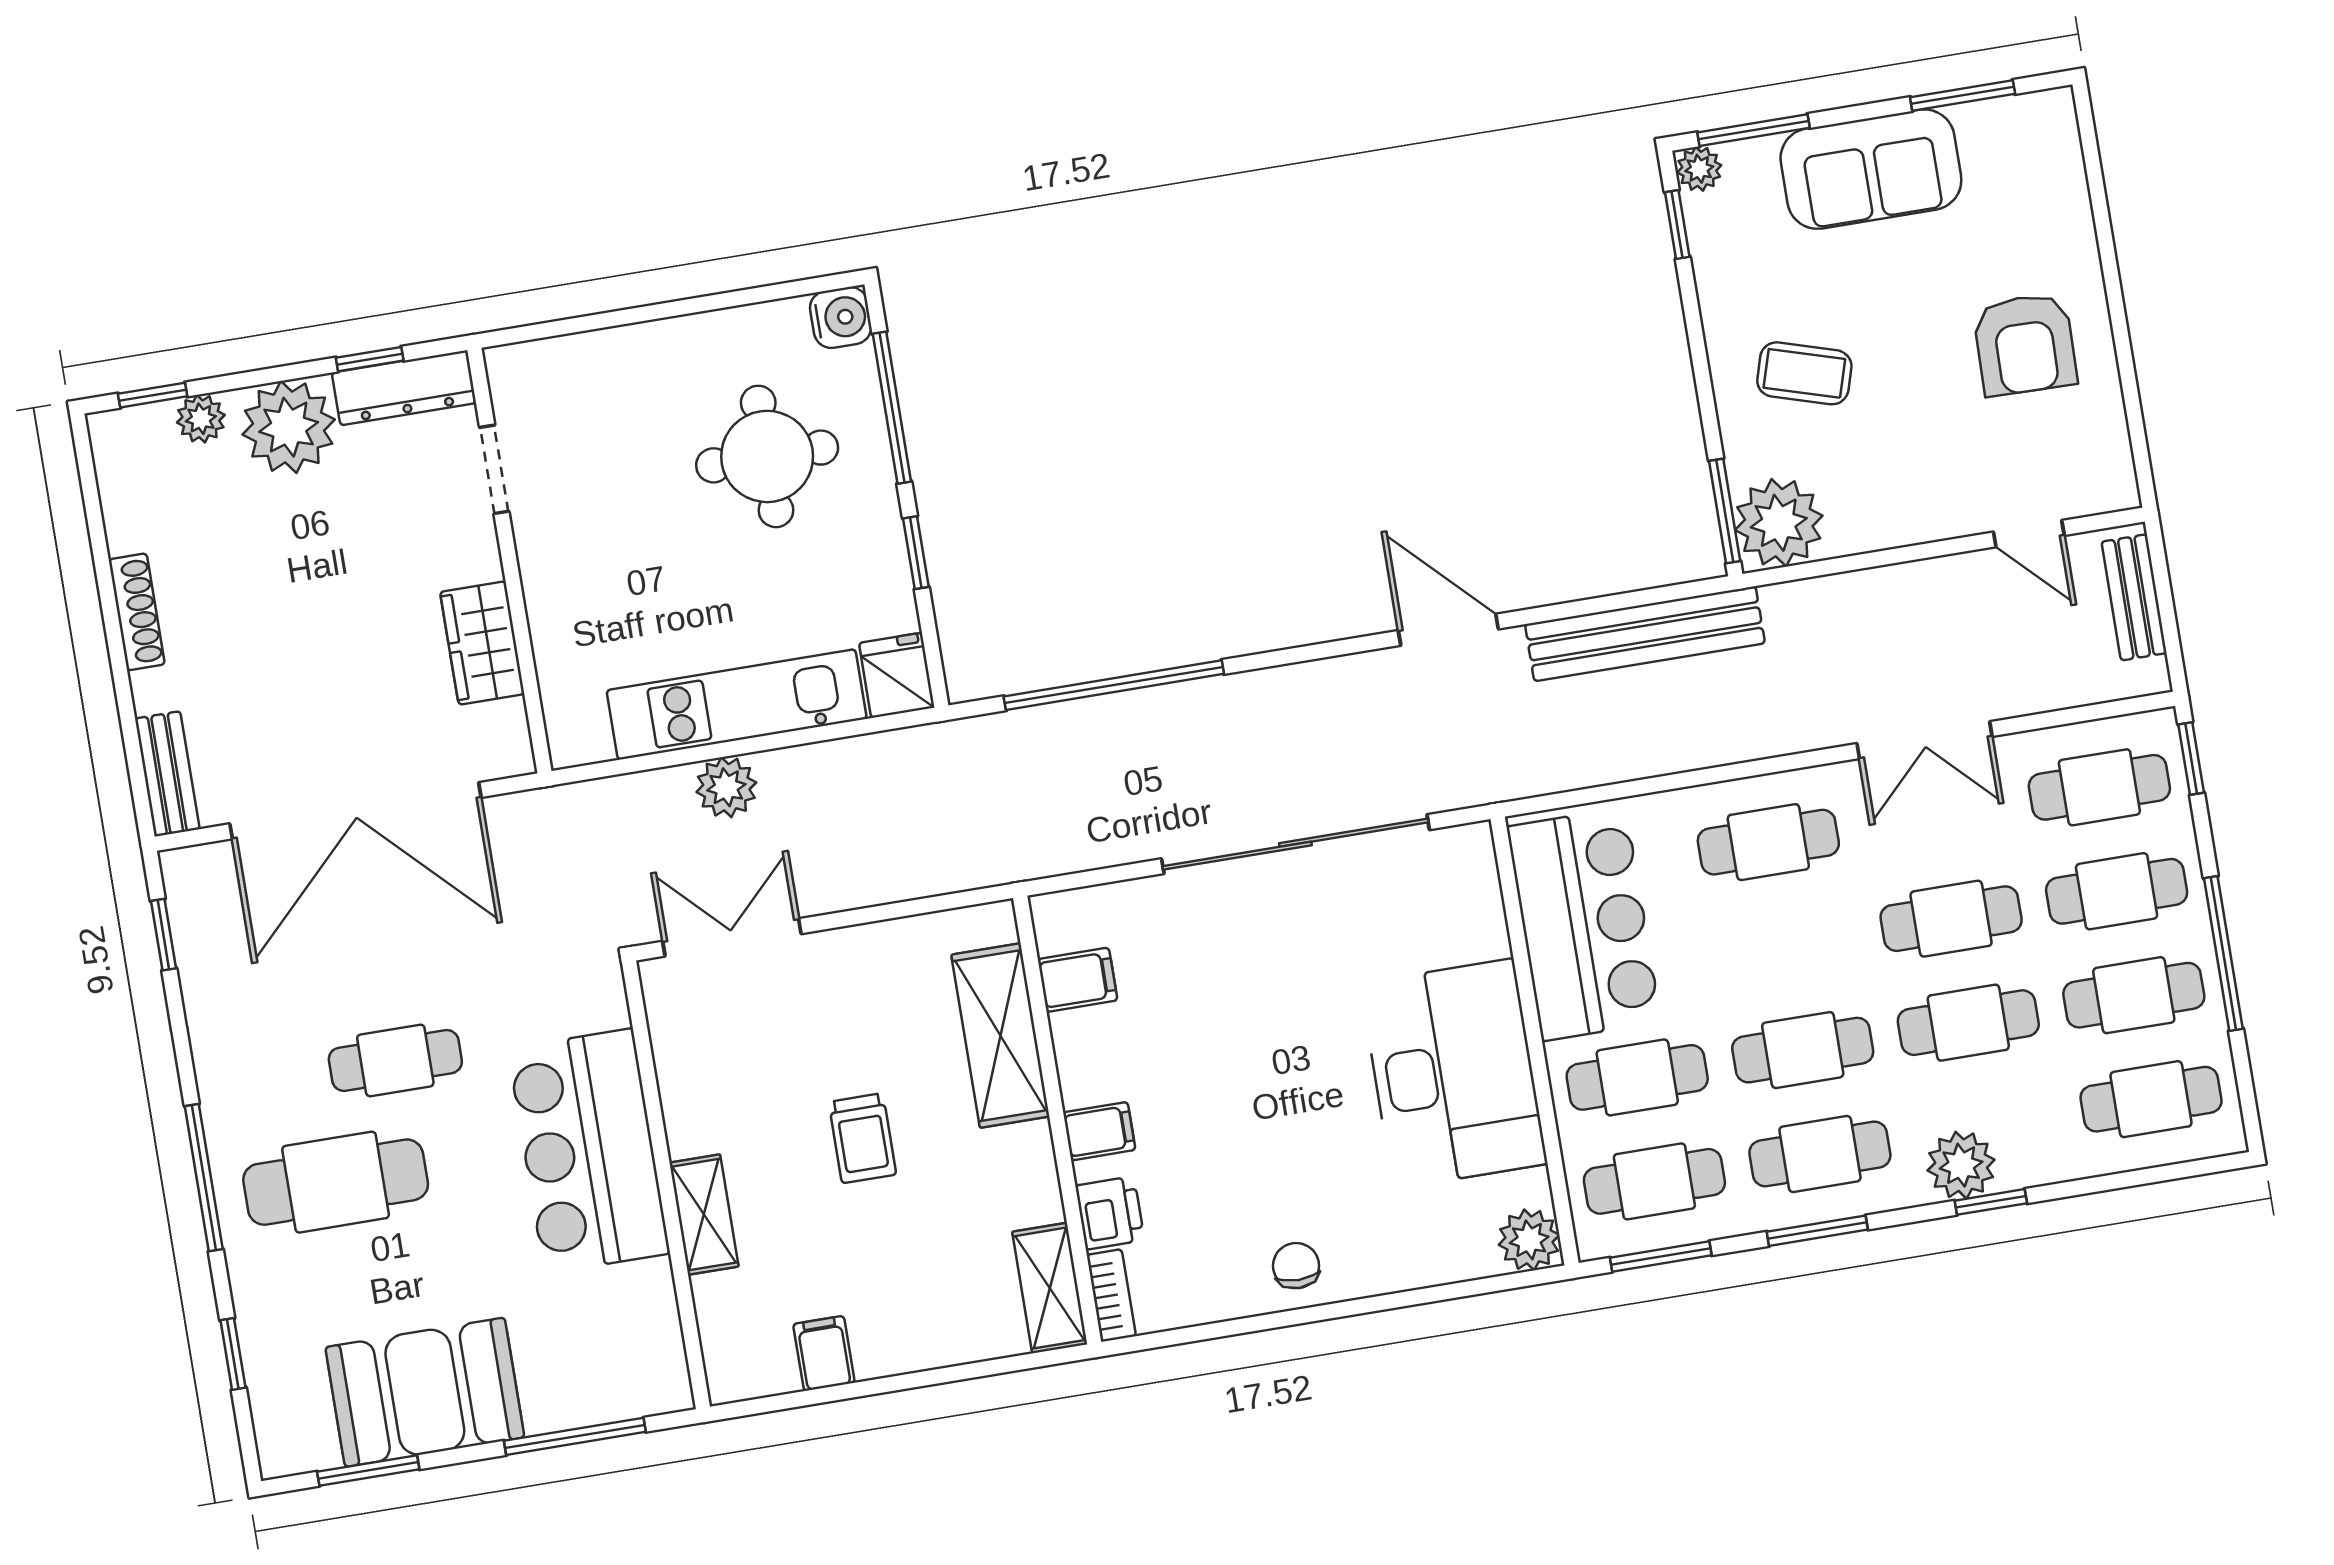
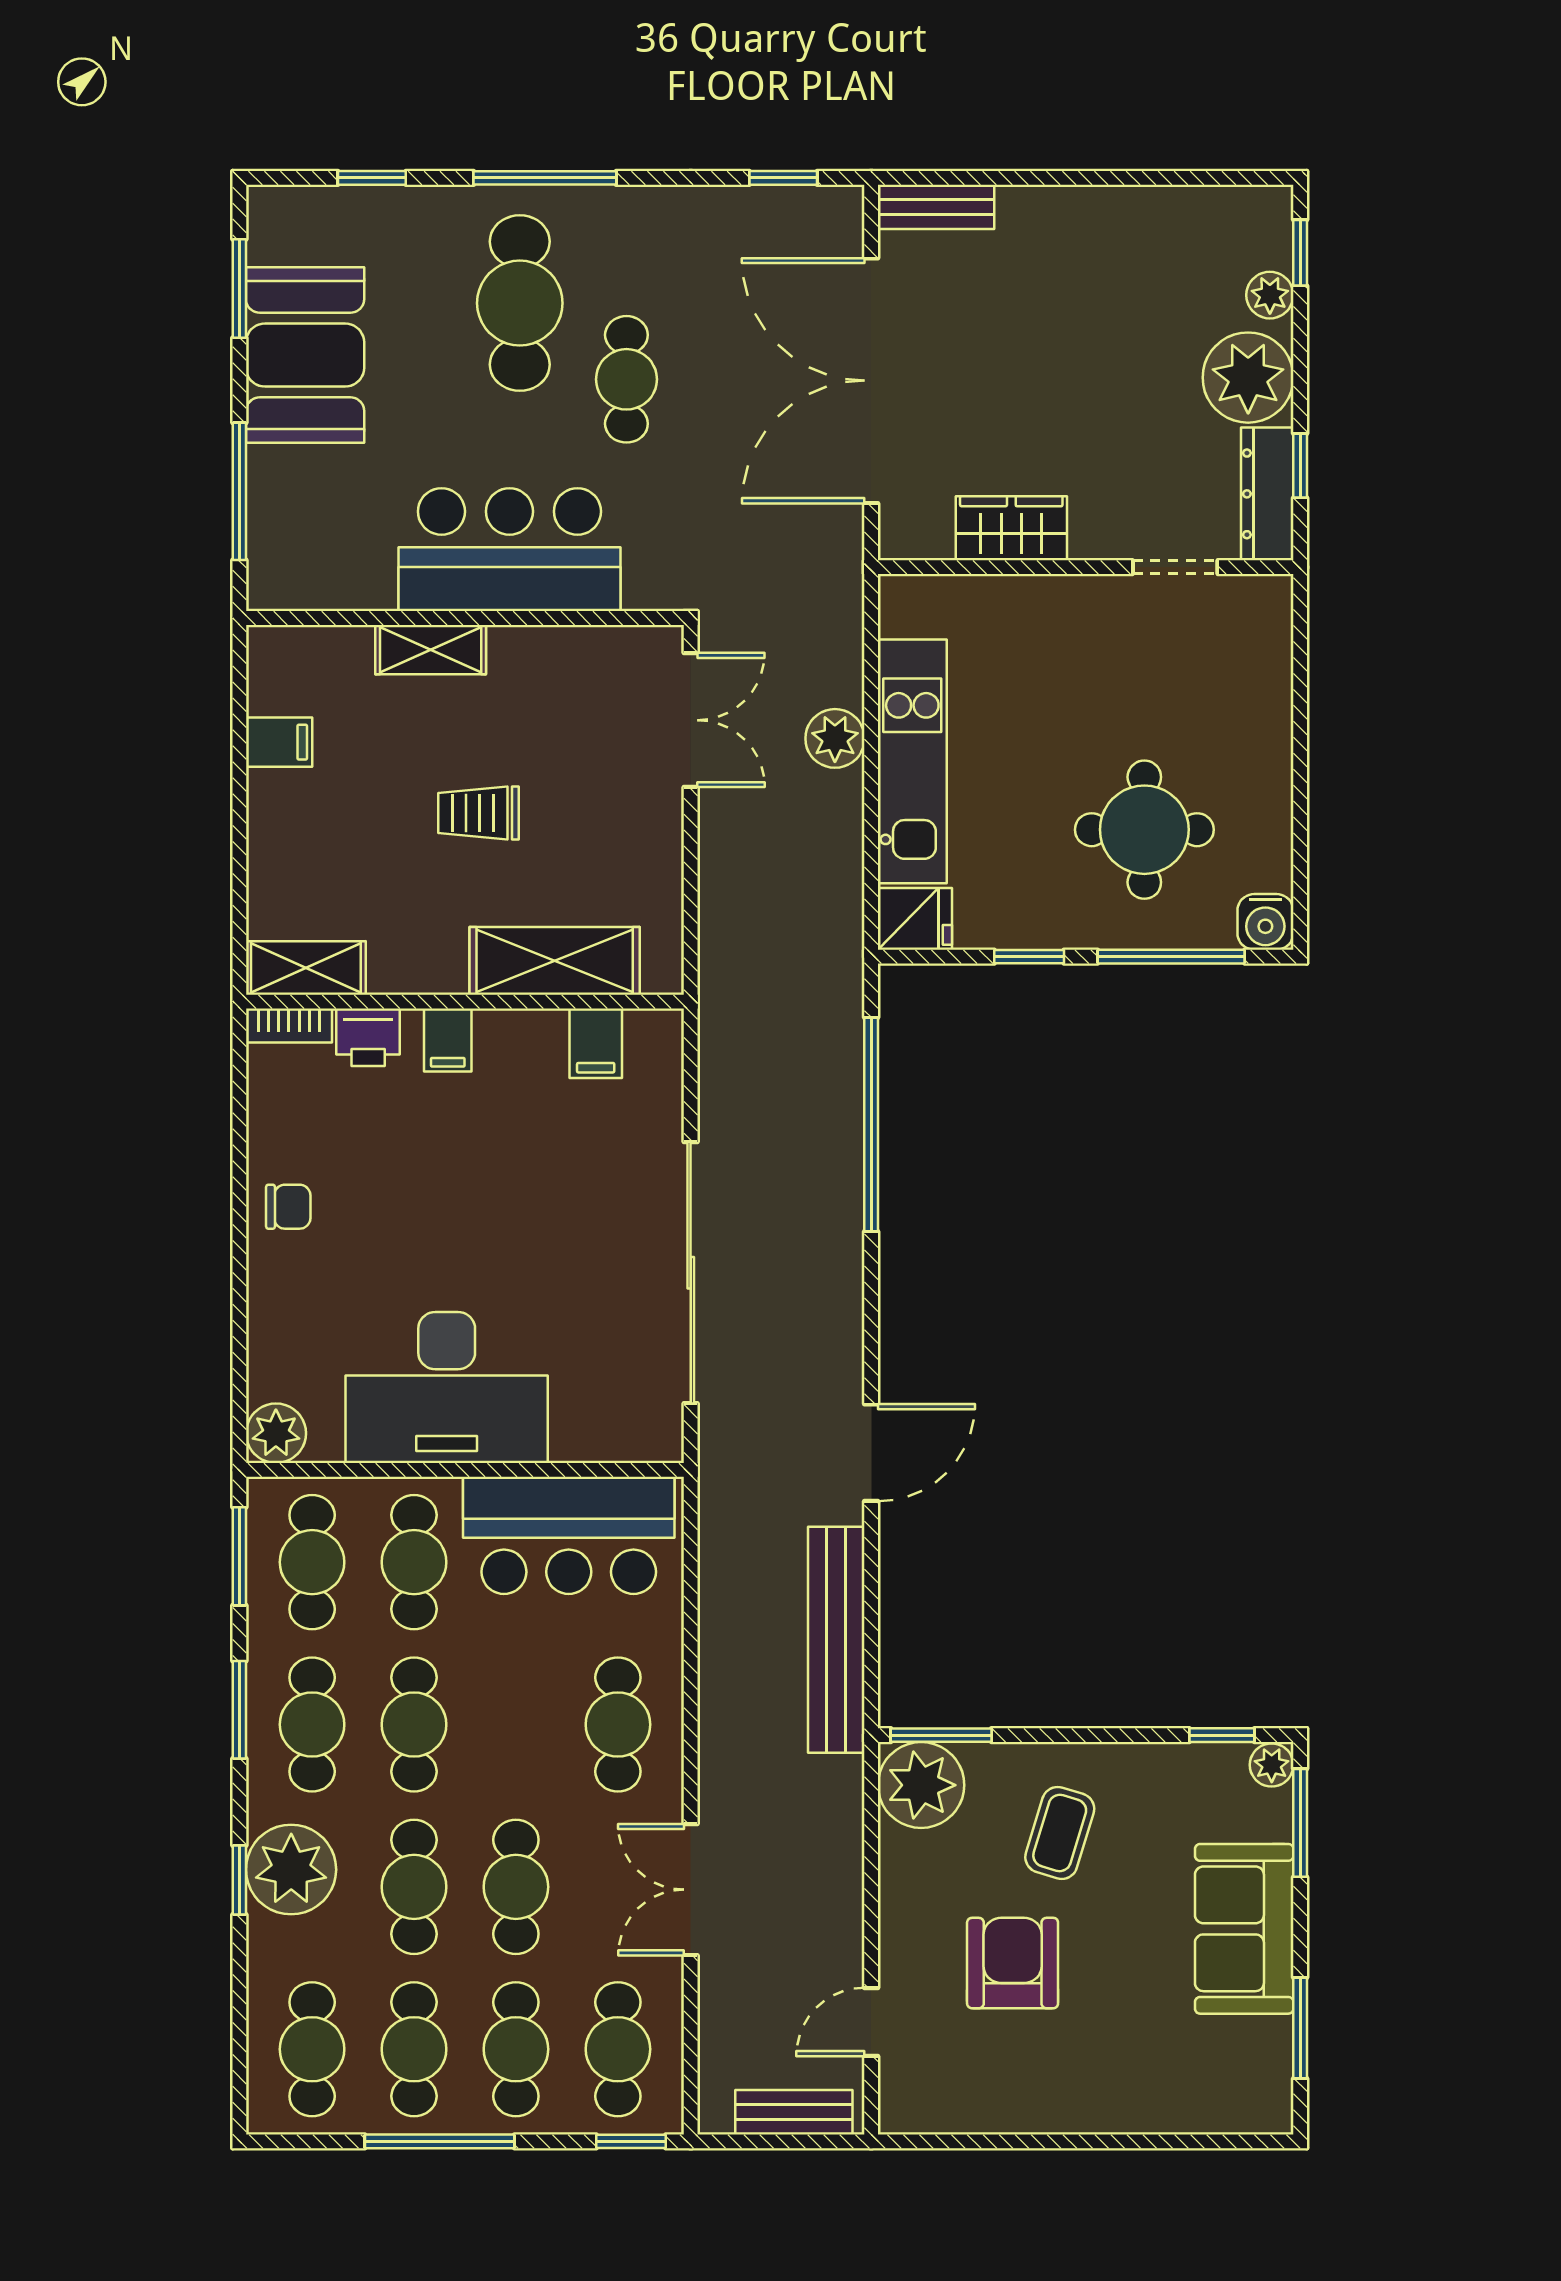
armchair: (2025, 344) -> (1013, 1963), moved, turned 89
shoe rack: (137, 612) -> (1096, 203), removed
plant: (1961, 1165) -> (291, 1870), width x1.36, depth x1.36

